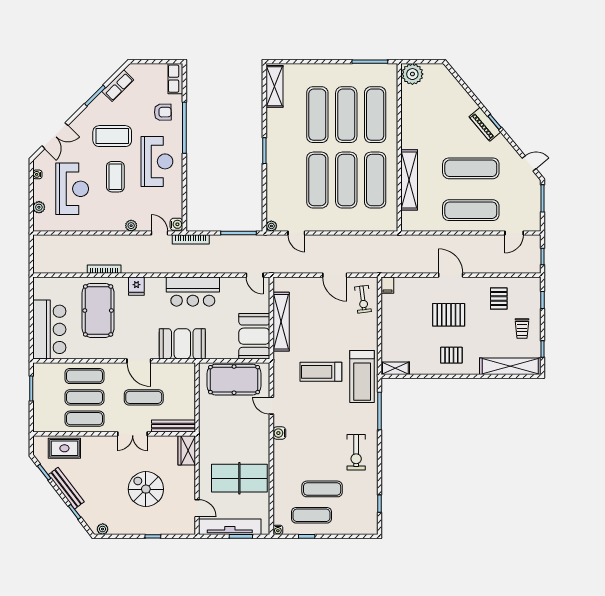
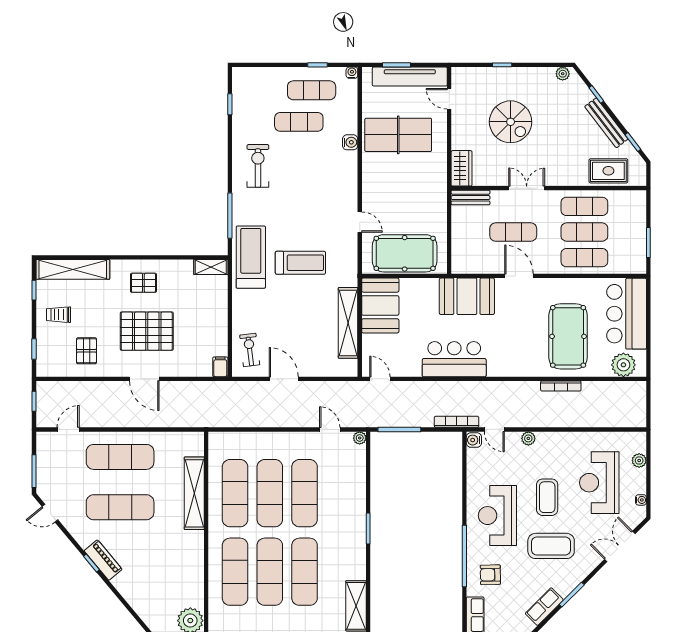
fridge: (136, 286) -> (522, 366), removed
plant: (52, 287) -> (623, 365), added
pallet: (449, 315) -> (147, 331), width x1.37, depth x1.41
trolley: (522, 329) -> (59, 315), turned -90
bench: (173, 426) -> (471, 198), width x0.73
water cooler: (279, 433) -> (350, 142), moved

